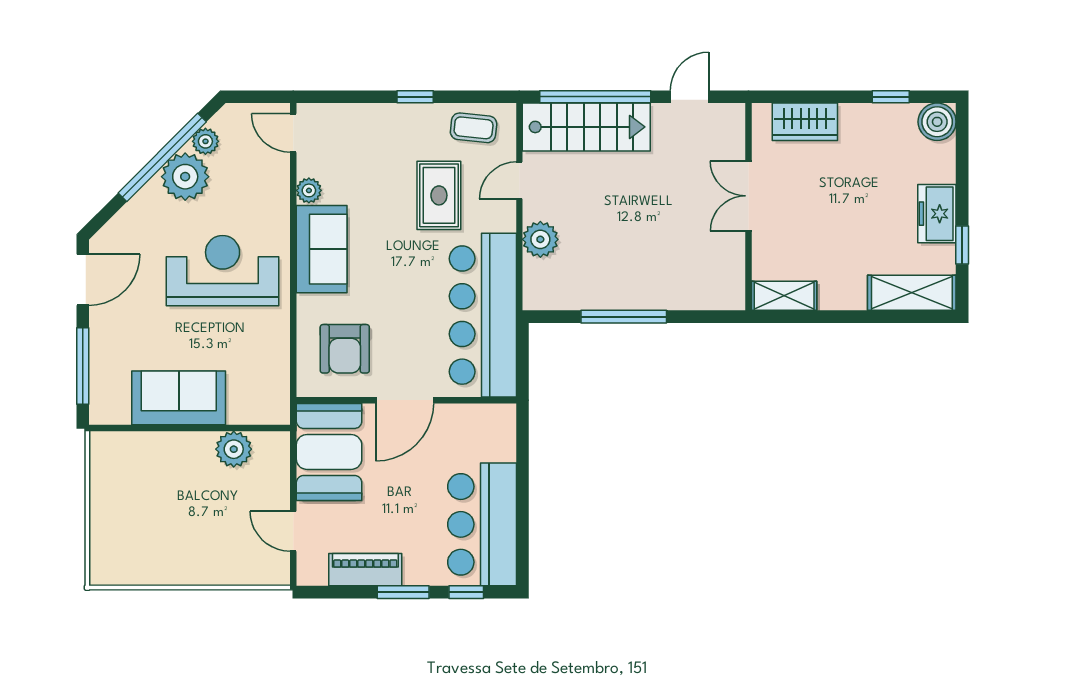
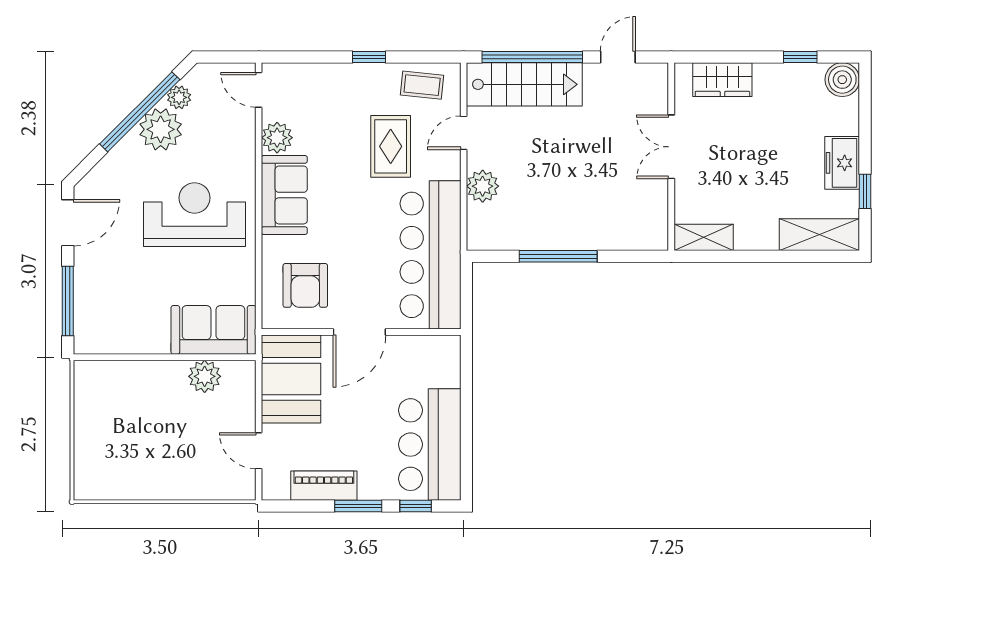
plant: (309, 190) -> (277, 138), width x1.38, depth x1.38
sofa: (179, 398) -> (213, 330), moved

